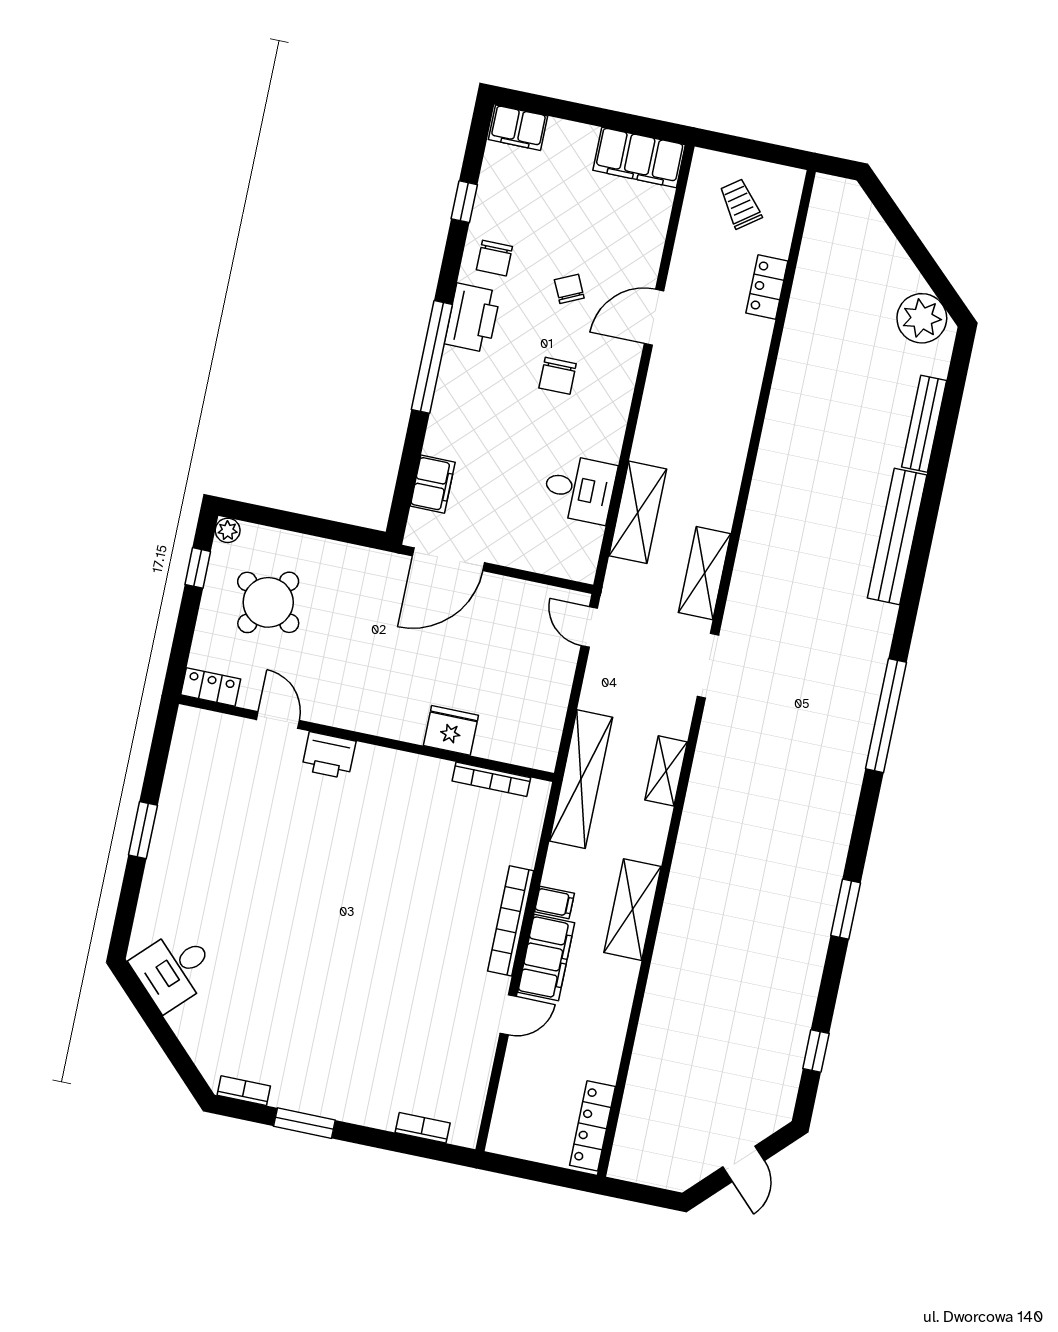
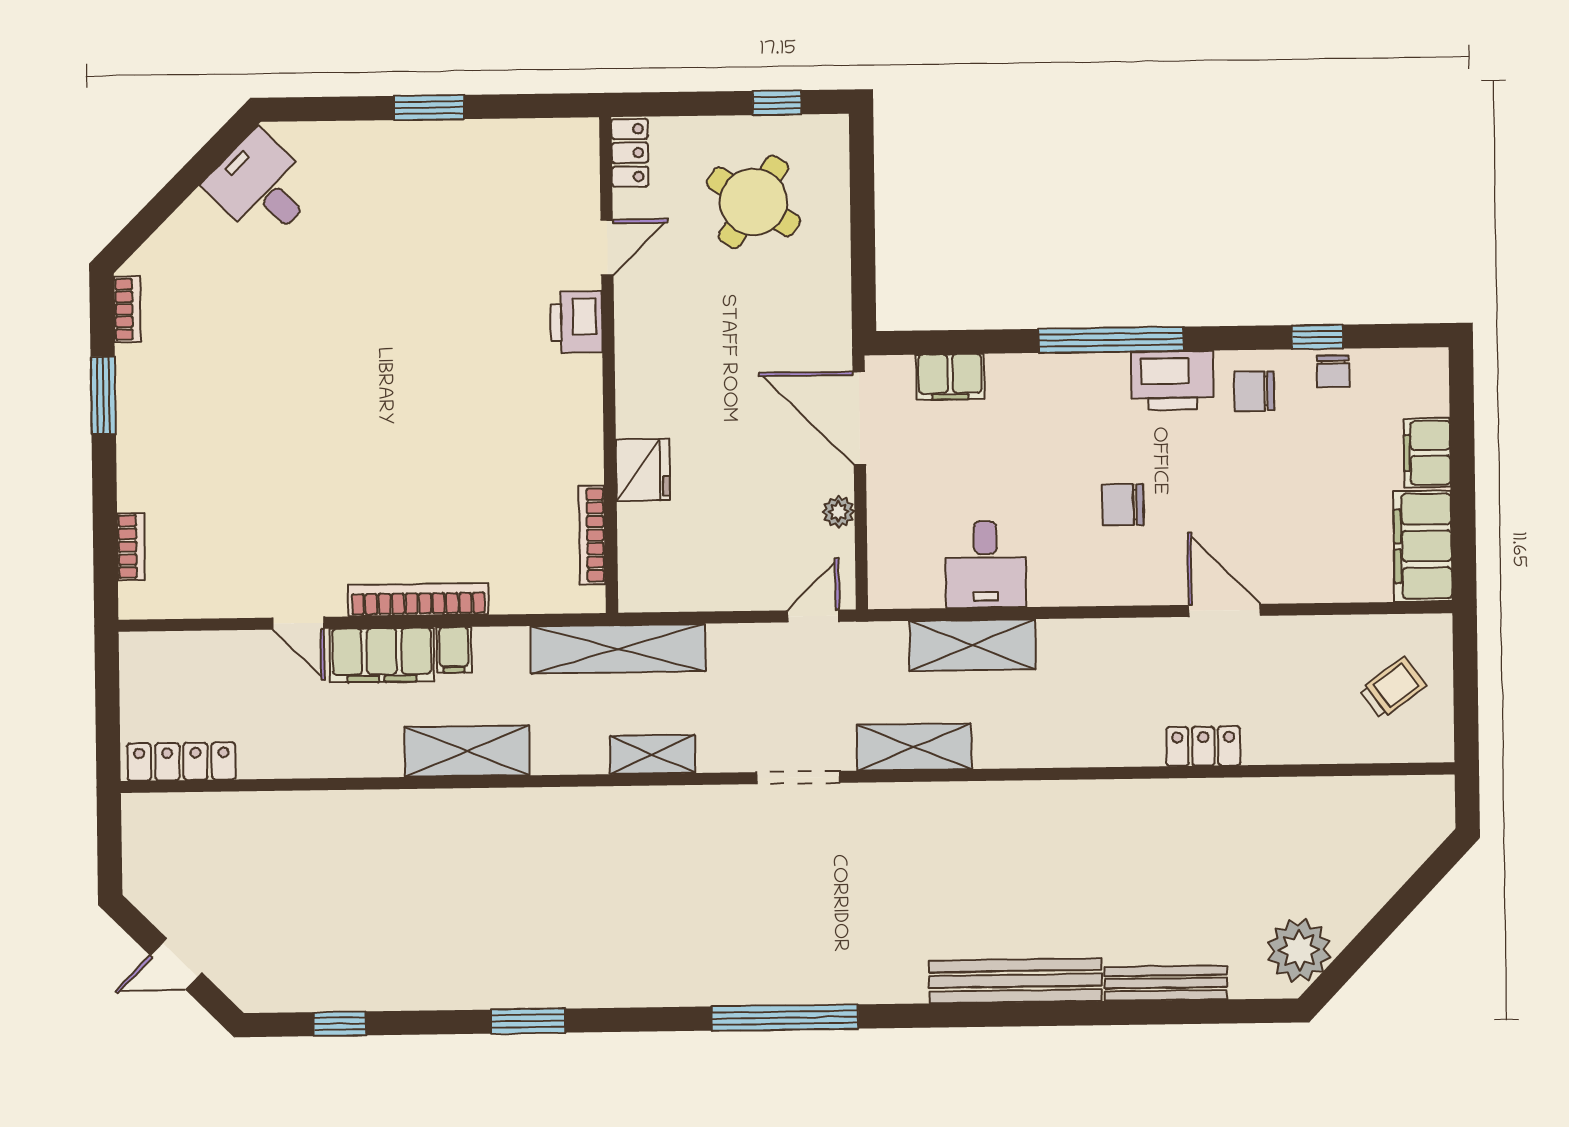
filing cabinet: (518, 128) -> (1427, 453), moved
locker: (767, 287) -> (1203, 746), moved
chair: (569, 289) -> (1333, 372), moved, turned 115
plant: (228, 530) -> (839, 512), moved

